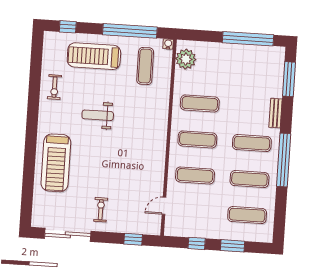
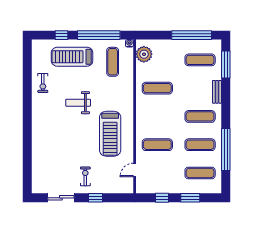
window: (68, 27) -> (61, 35), moved
exercise mat: (197, 139) -> (200, 60), moved
window: (284, 160) -> (226, 150), moved
treadmill: (56, 163) -> (110, 134), moved
sliding door: (68, 235) -> (61, 198), width x0.73
window: (133, 239) -> (96, 198), moved

